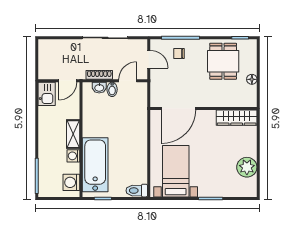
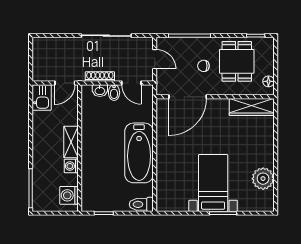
chair: (179, 53) -> (203, 66), moved
door: (128, 81) -> (131, 83), swing flipped
door: (179, 108) -> (188, 97), moved
wall: (204, 108) -> (215, 97), moved
wardrobe: (237, 118) -> (252, 107), moved
bathtub: (95, 165) -> (139, 153), moved, turned 180
bed with nightstands: (176, 171) -> (213, 183), moved

